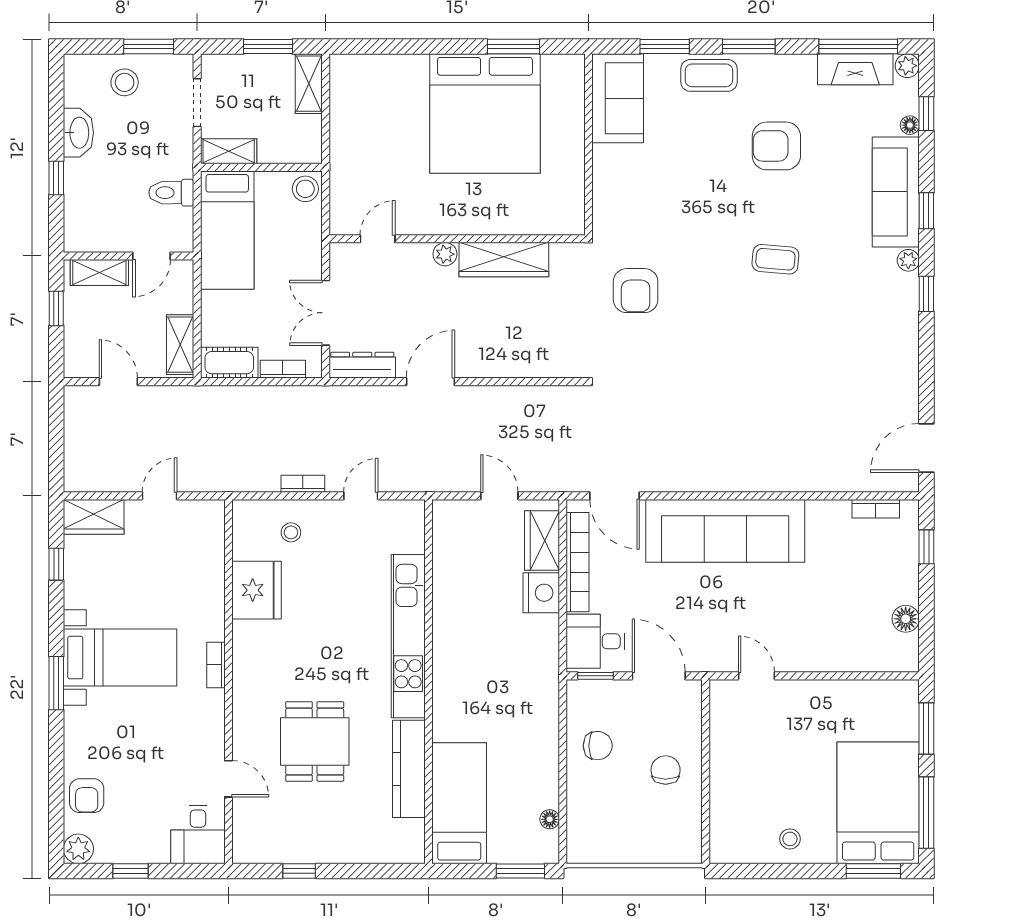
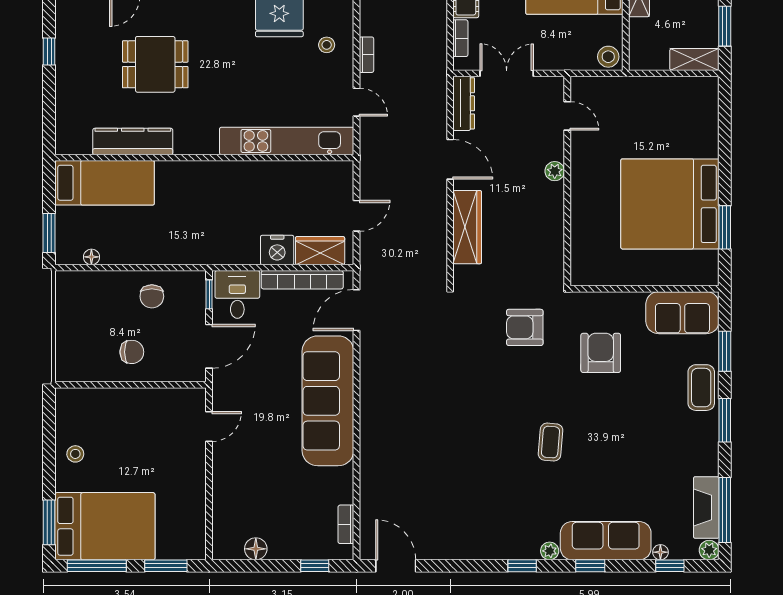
armchair: (776, 146) -> (601, 353), moved
wardrobe: (504, 260) -> (467, 227), moved, turned 180
kitchen unit: (408, 636) -> (287, 141), moved

